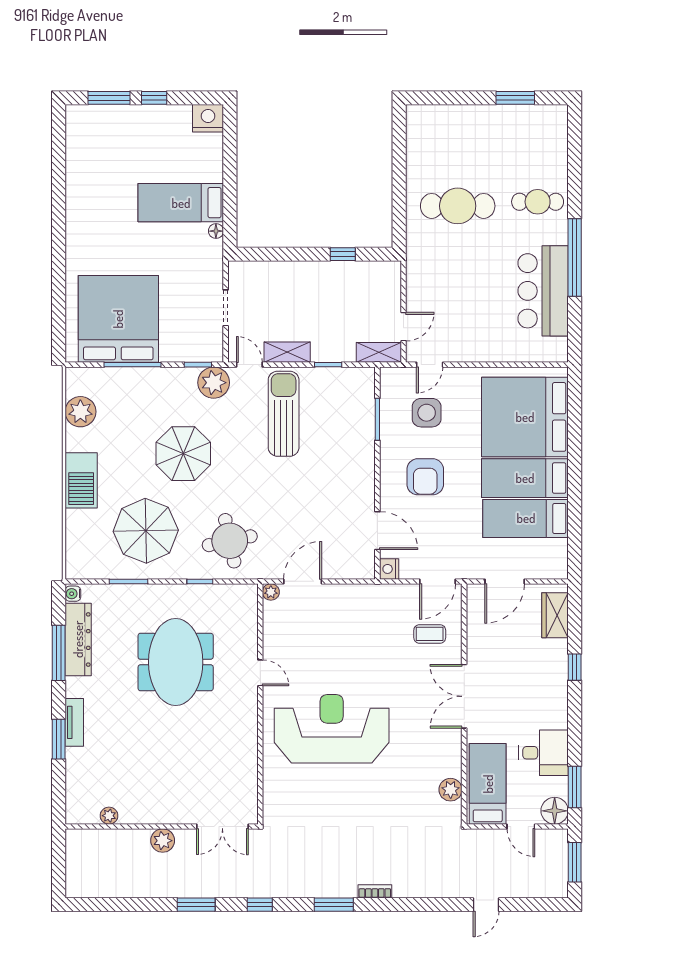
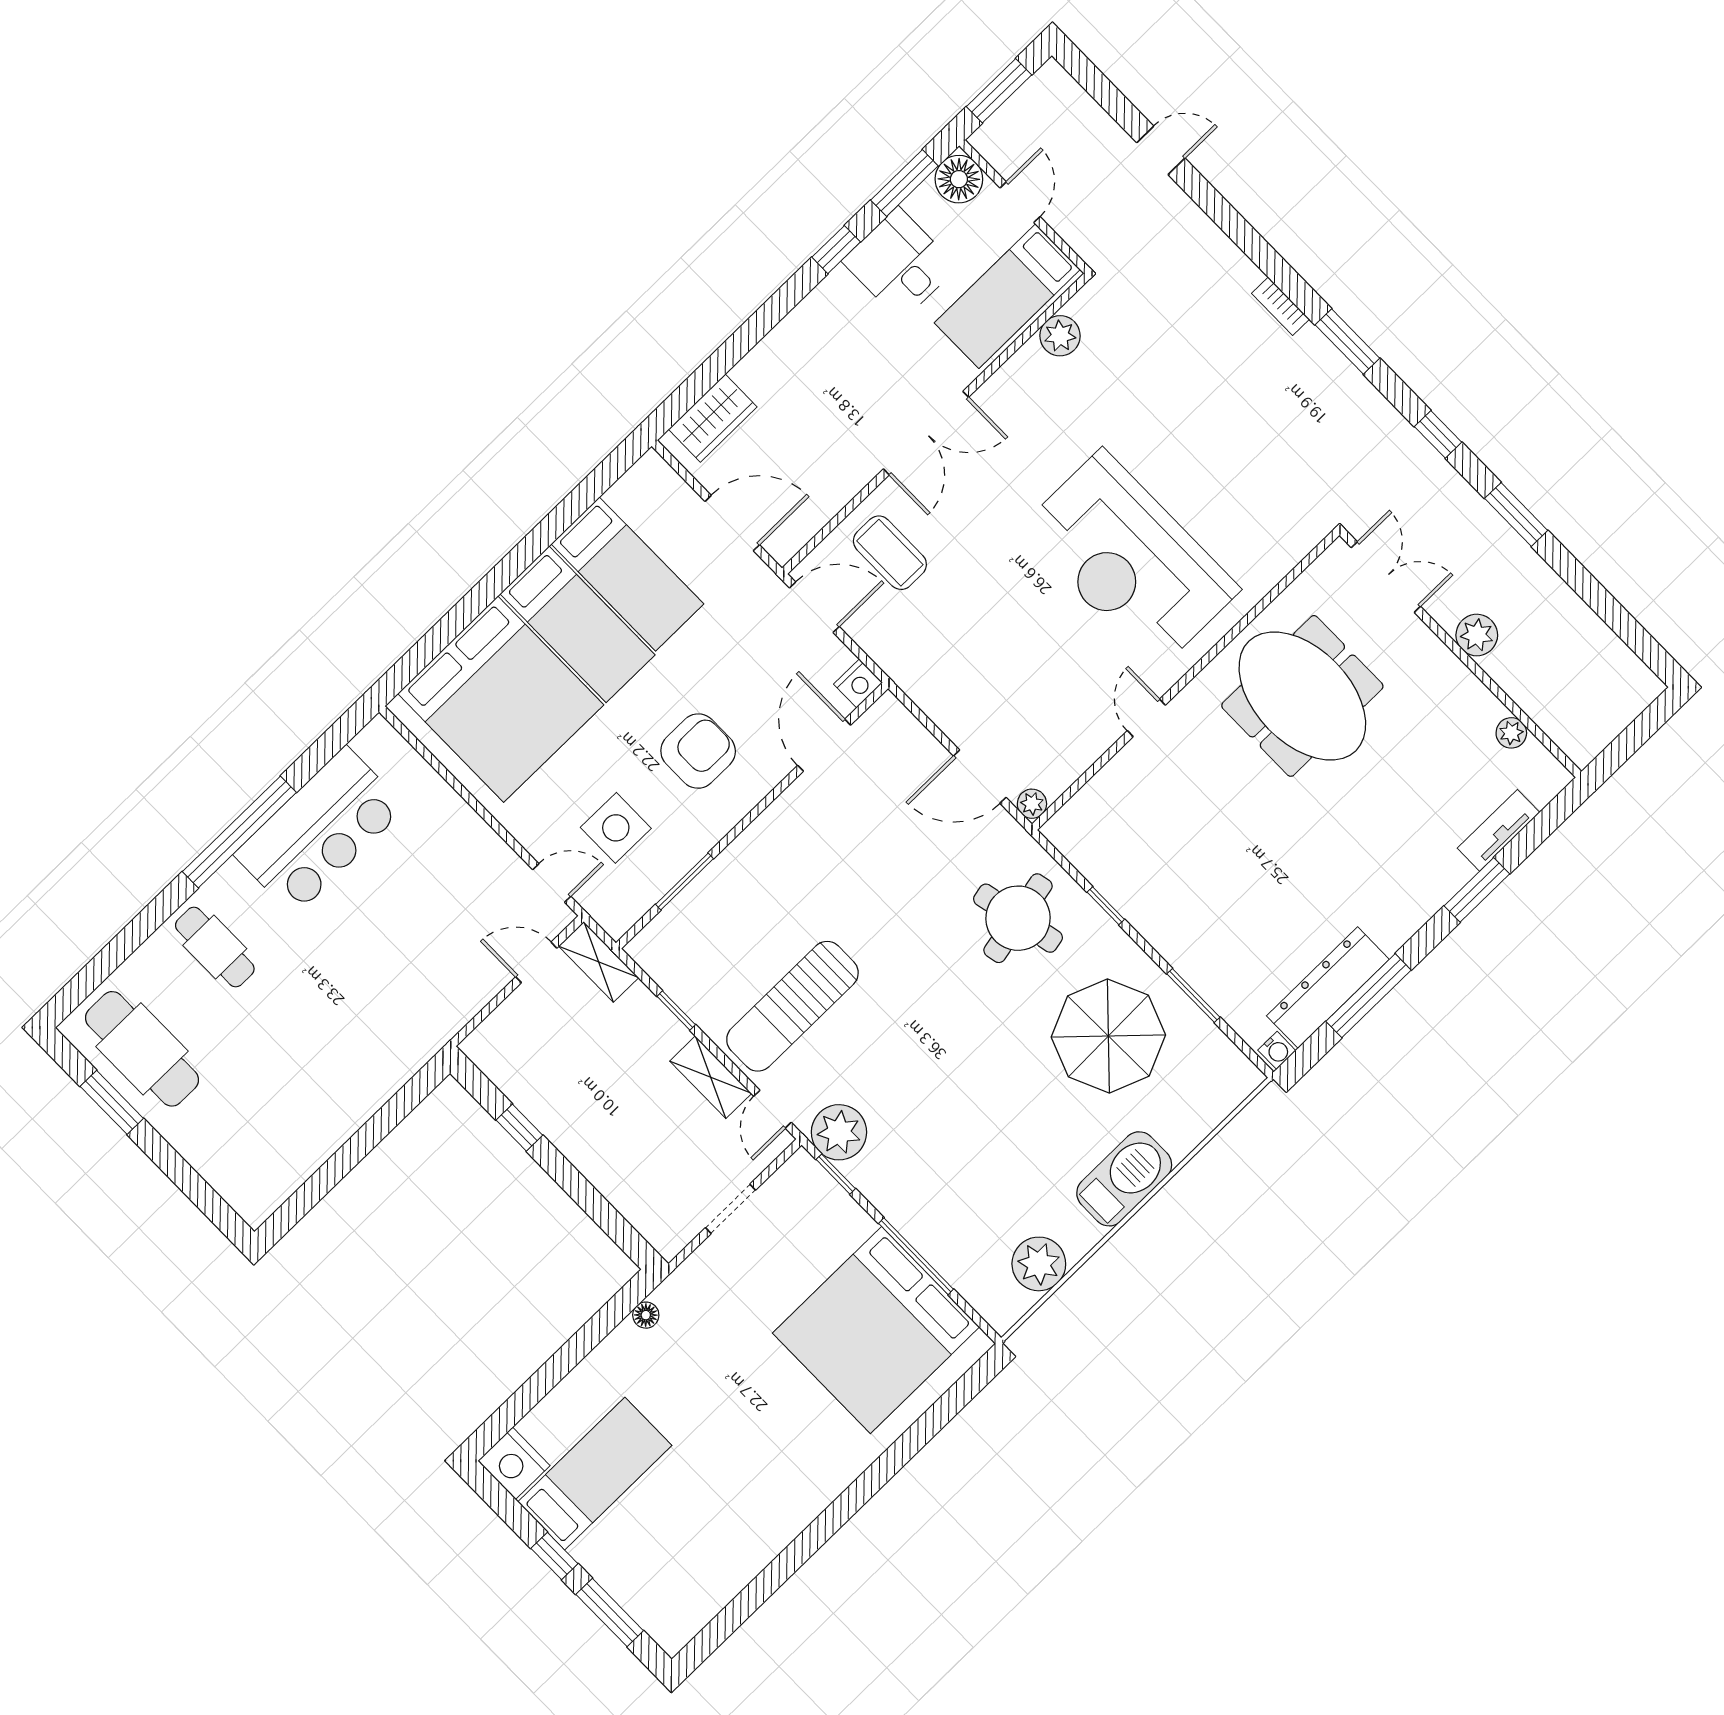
bed: (181, 203) -> (595, 1474), moved, turned -90
cafe table: (458, 206) -> (142, 1049), moved
parasol: (183, 454) -> (965, 1083), removed
coffee table: (430, 634) -> (890, 553), width x1.36, depth x1.30
meeting table: (176, 662) -> (1302, 696), moved, turned 90
window: (575, 667) -> (836, 250), moved
tv unit: (74, 722) -> (1499, 830), moved

